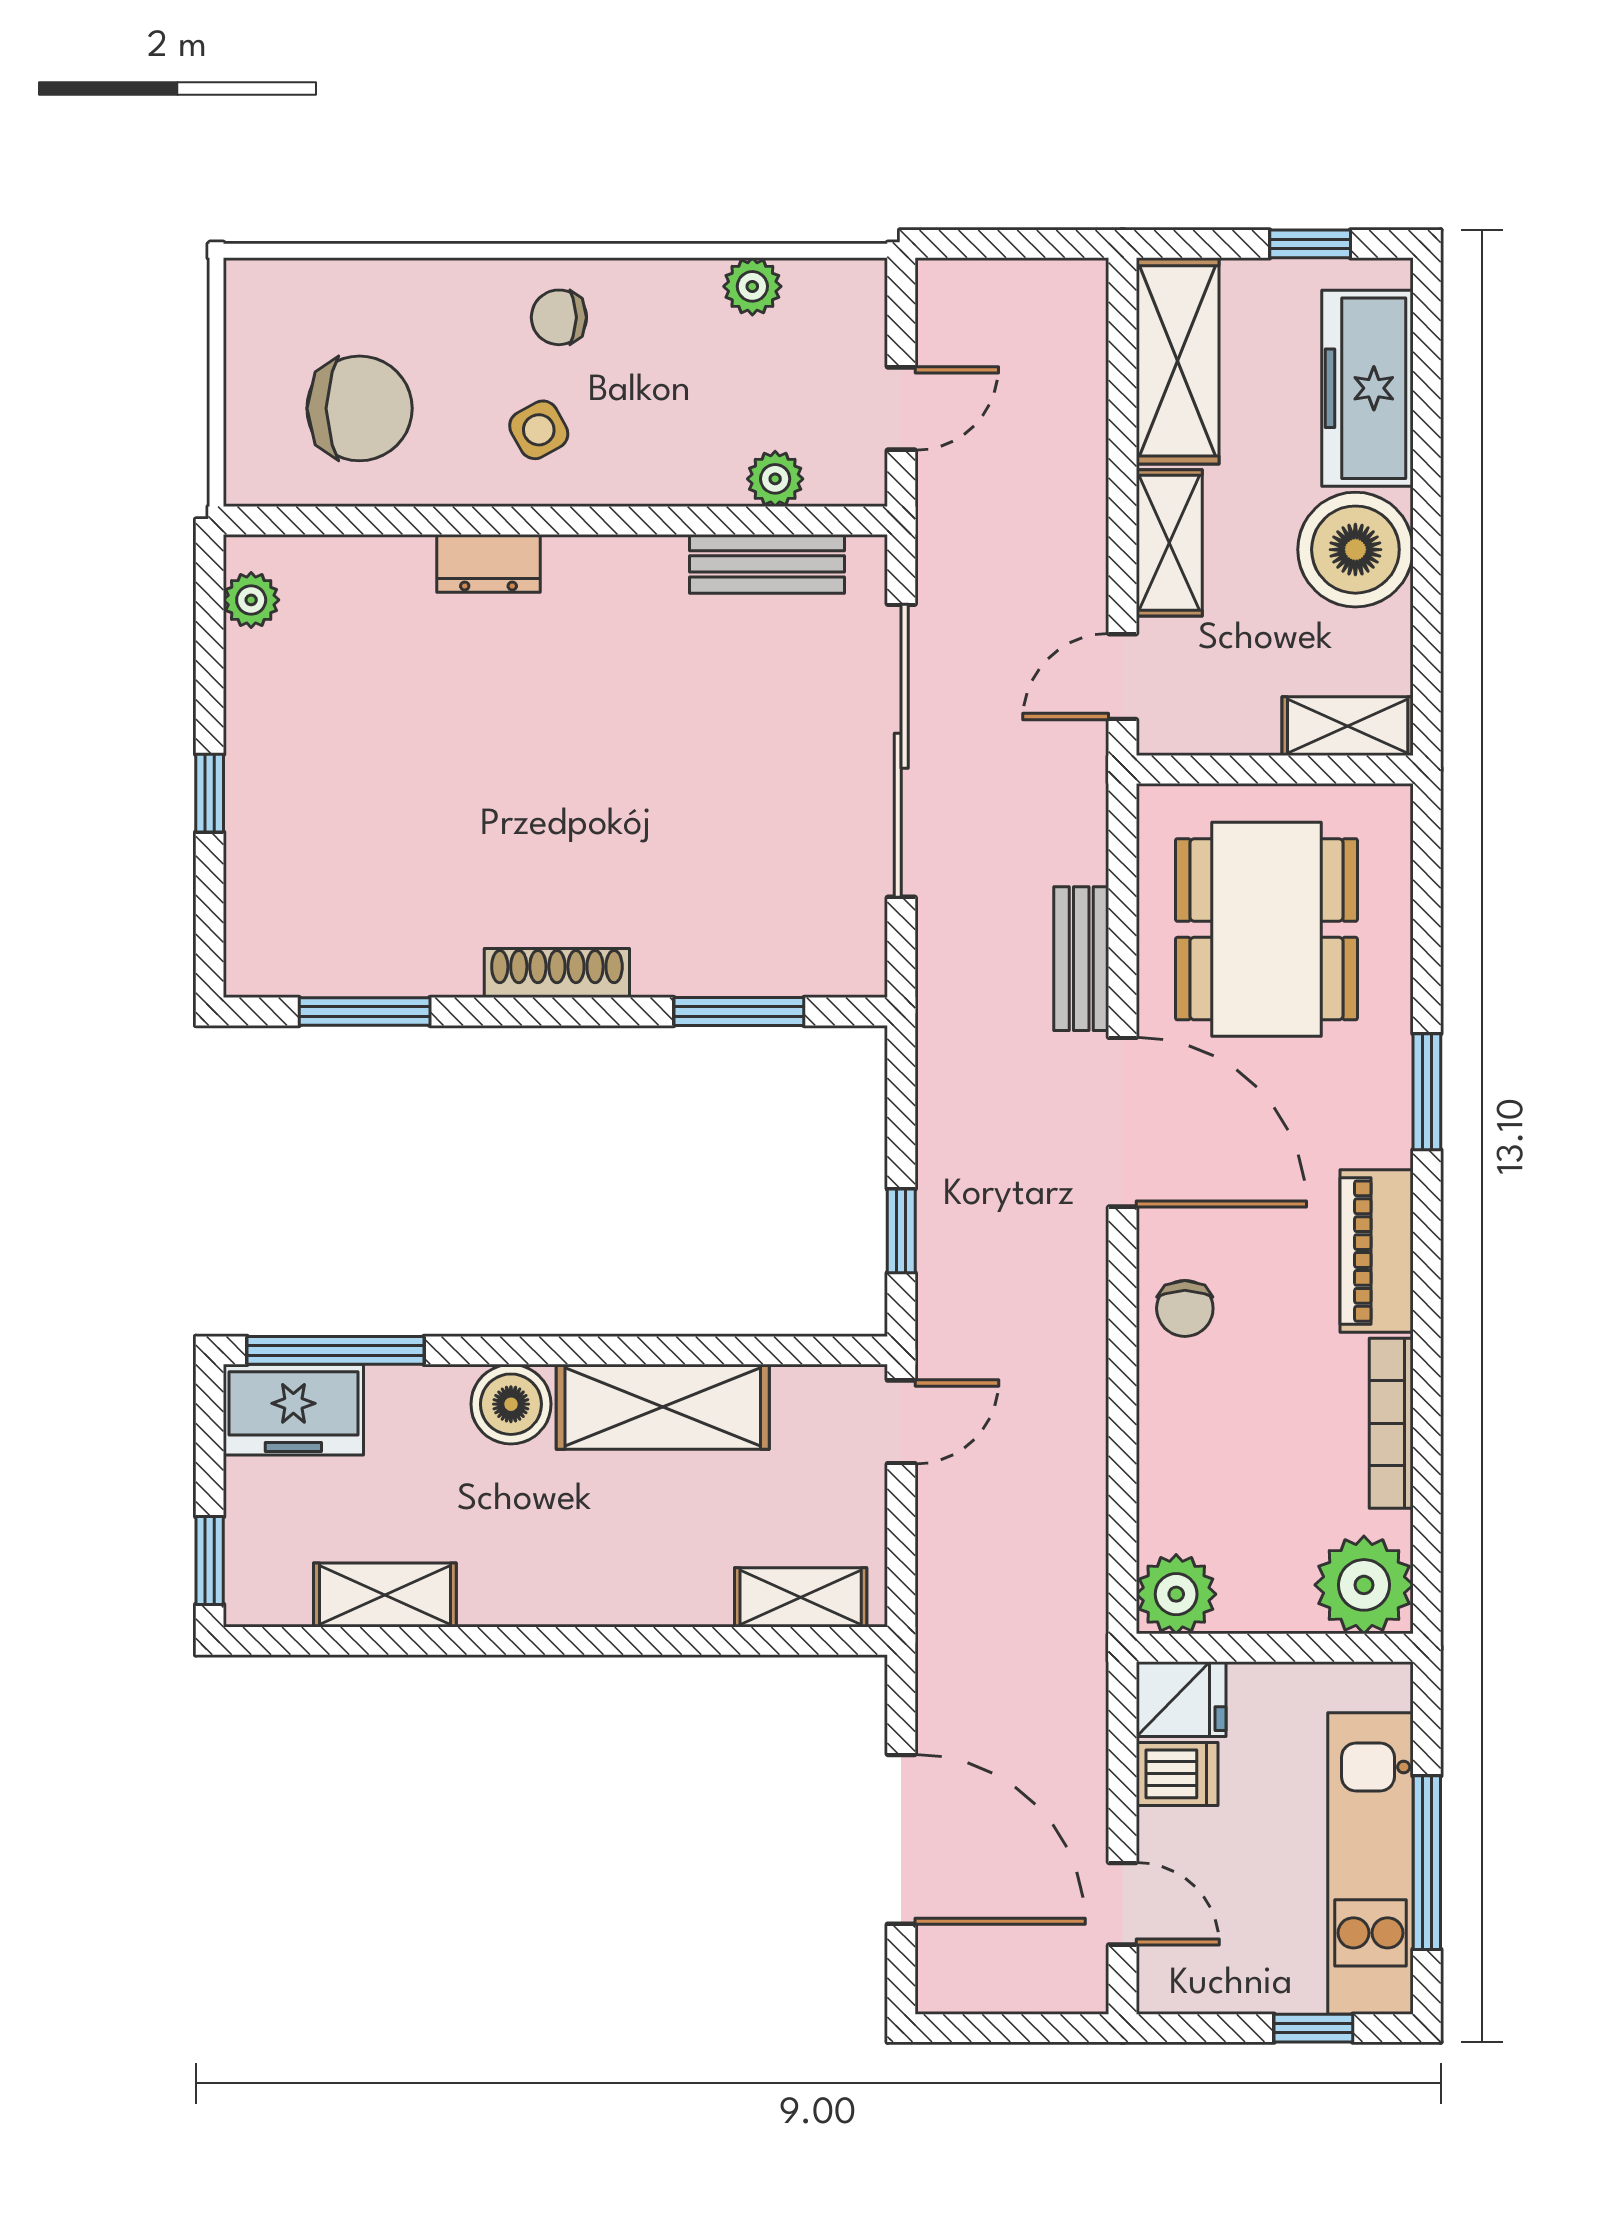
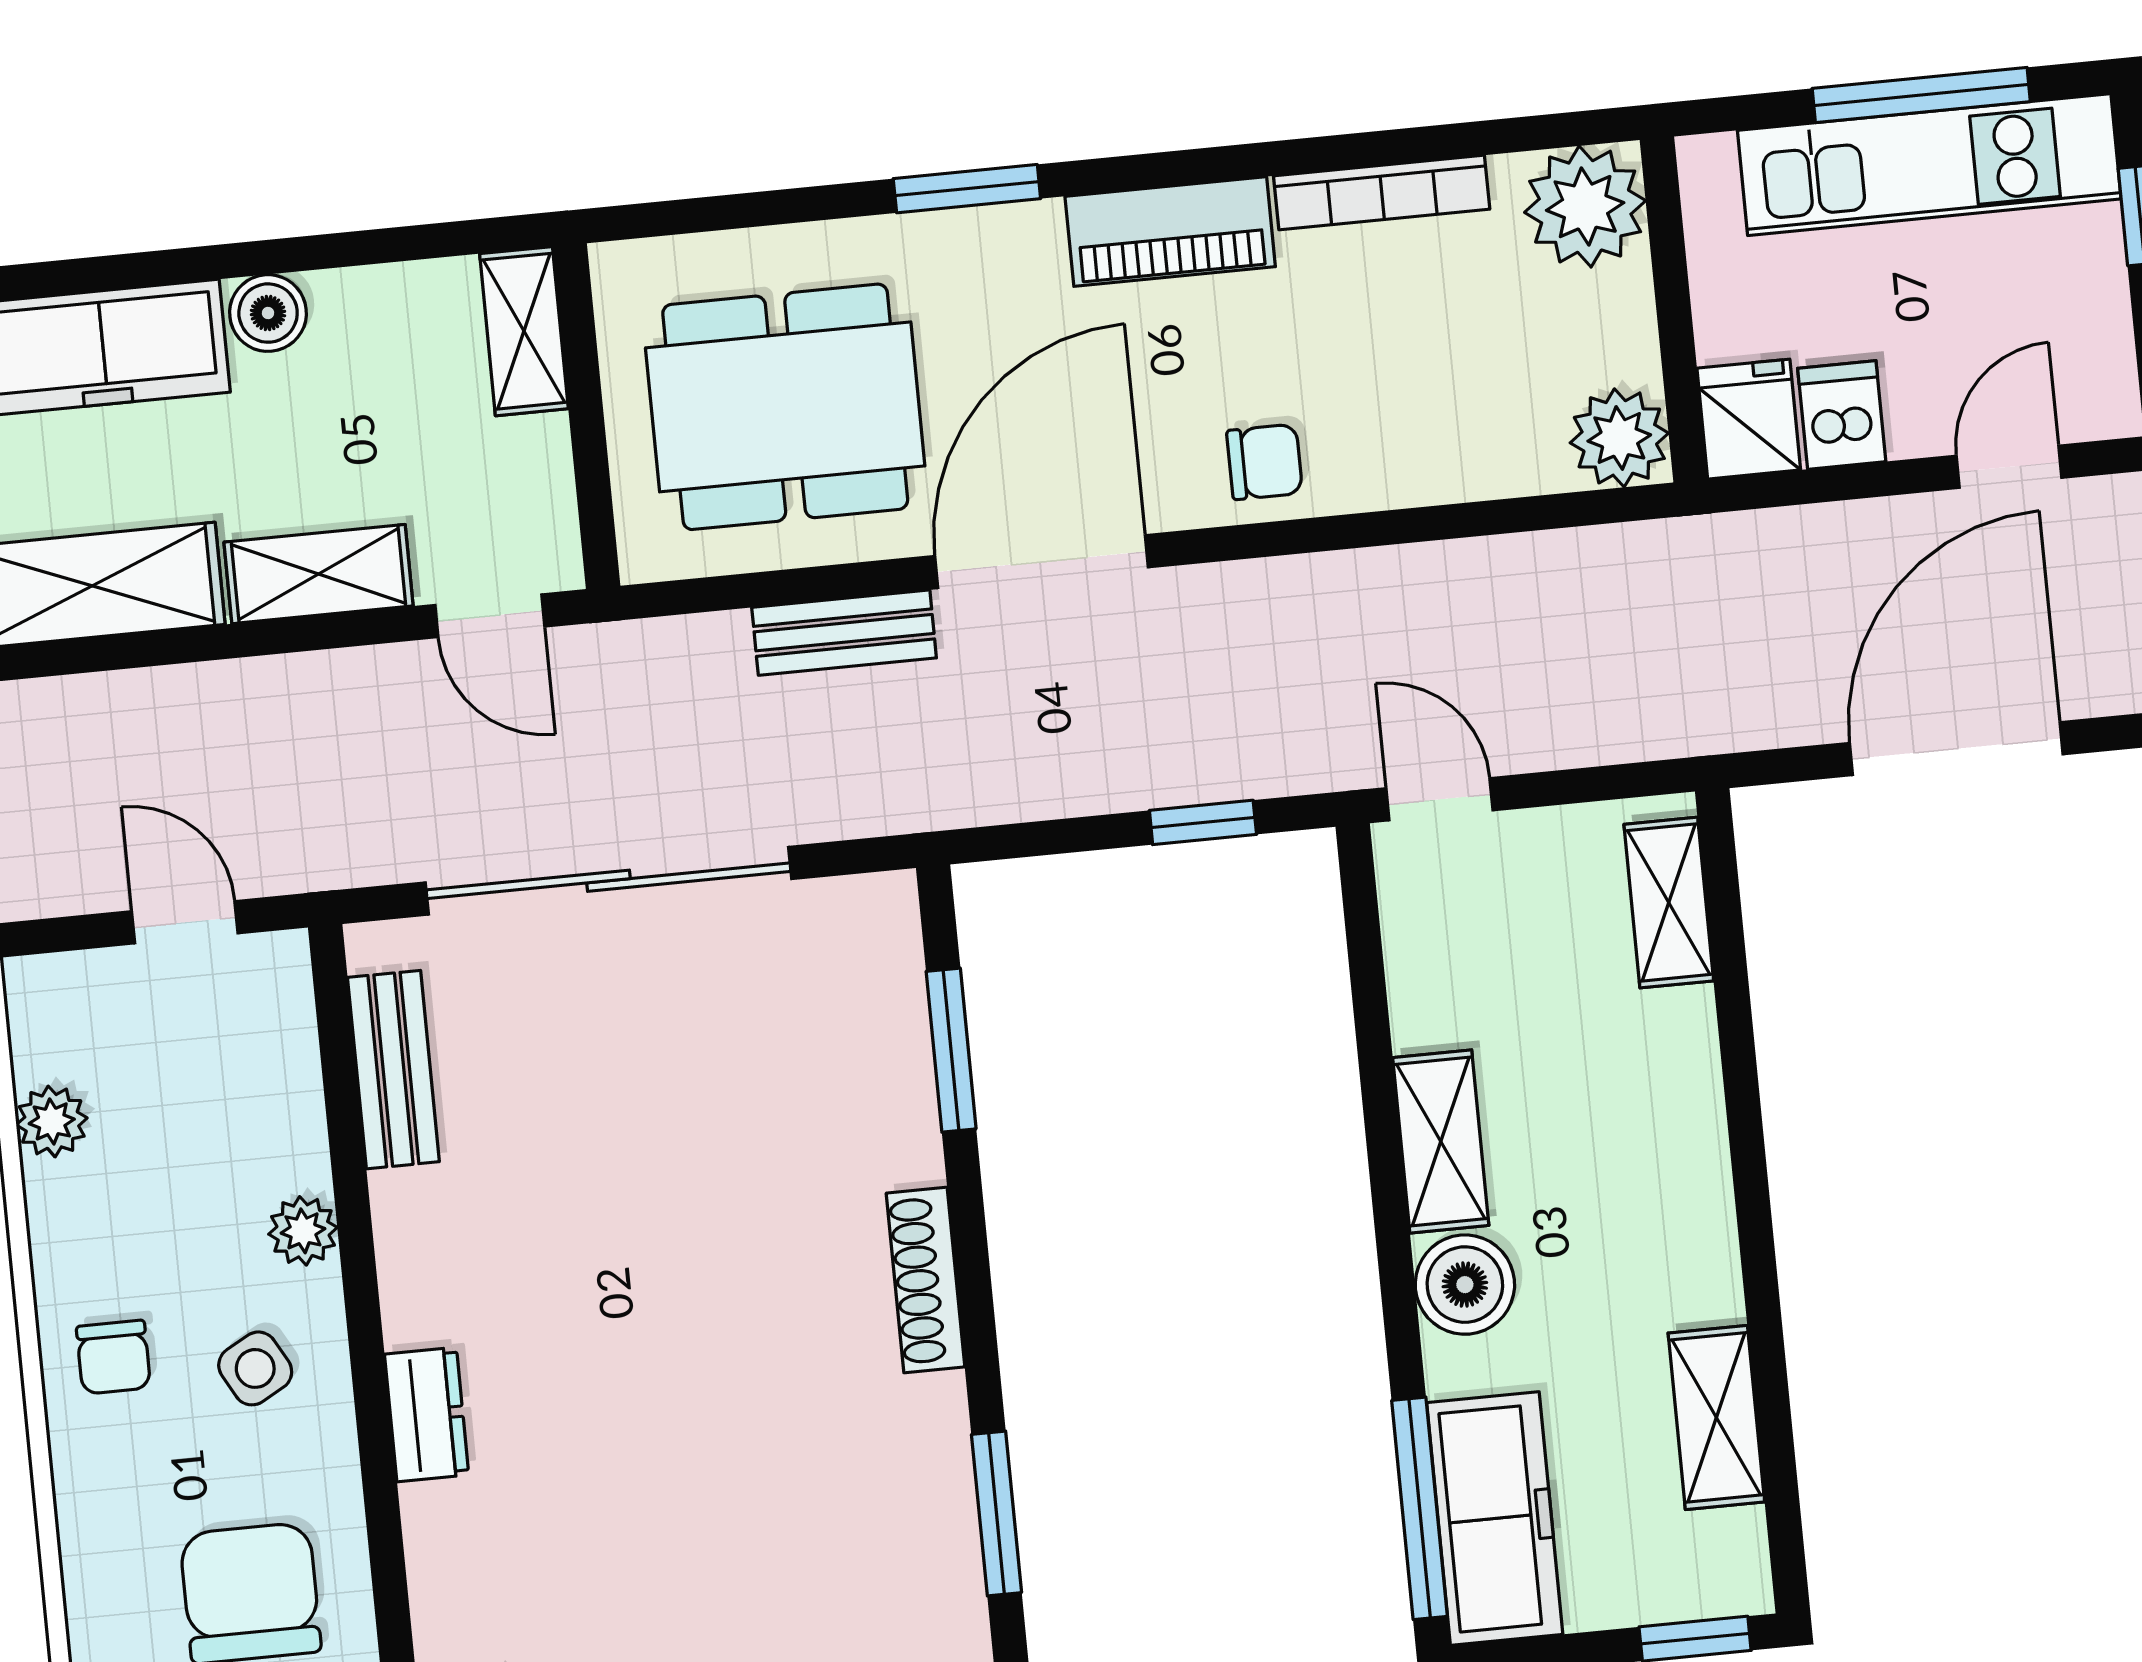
plant: (775, 479) -> (303, 1231), moved
boiler: (1355, 550) -> (268, 313), width x0.54, depth x0.54
shelving: (663, 1407) -> (1441, 1141), width x0.67, depth x0.75
freezer: (293, 1410) -> (1495, 1518), width x1.40

